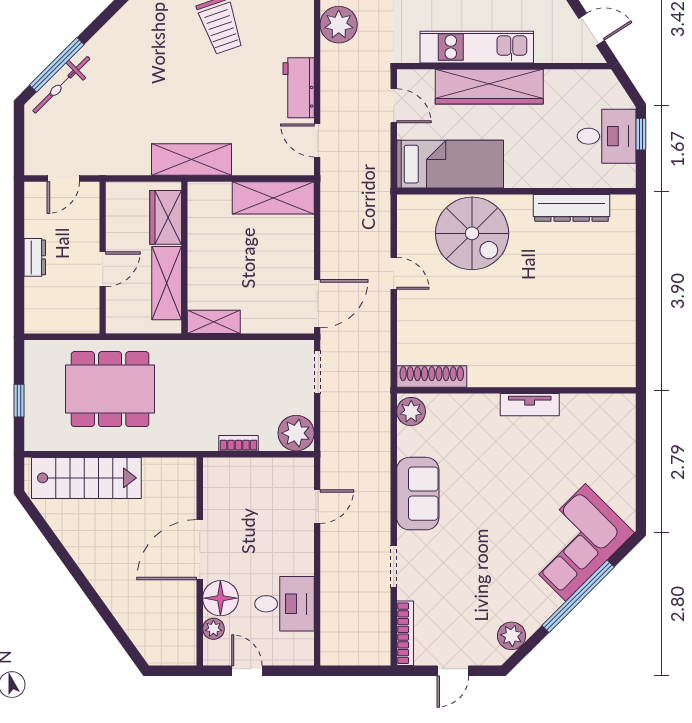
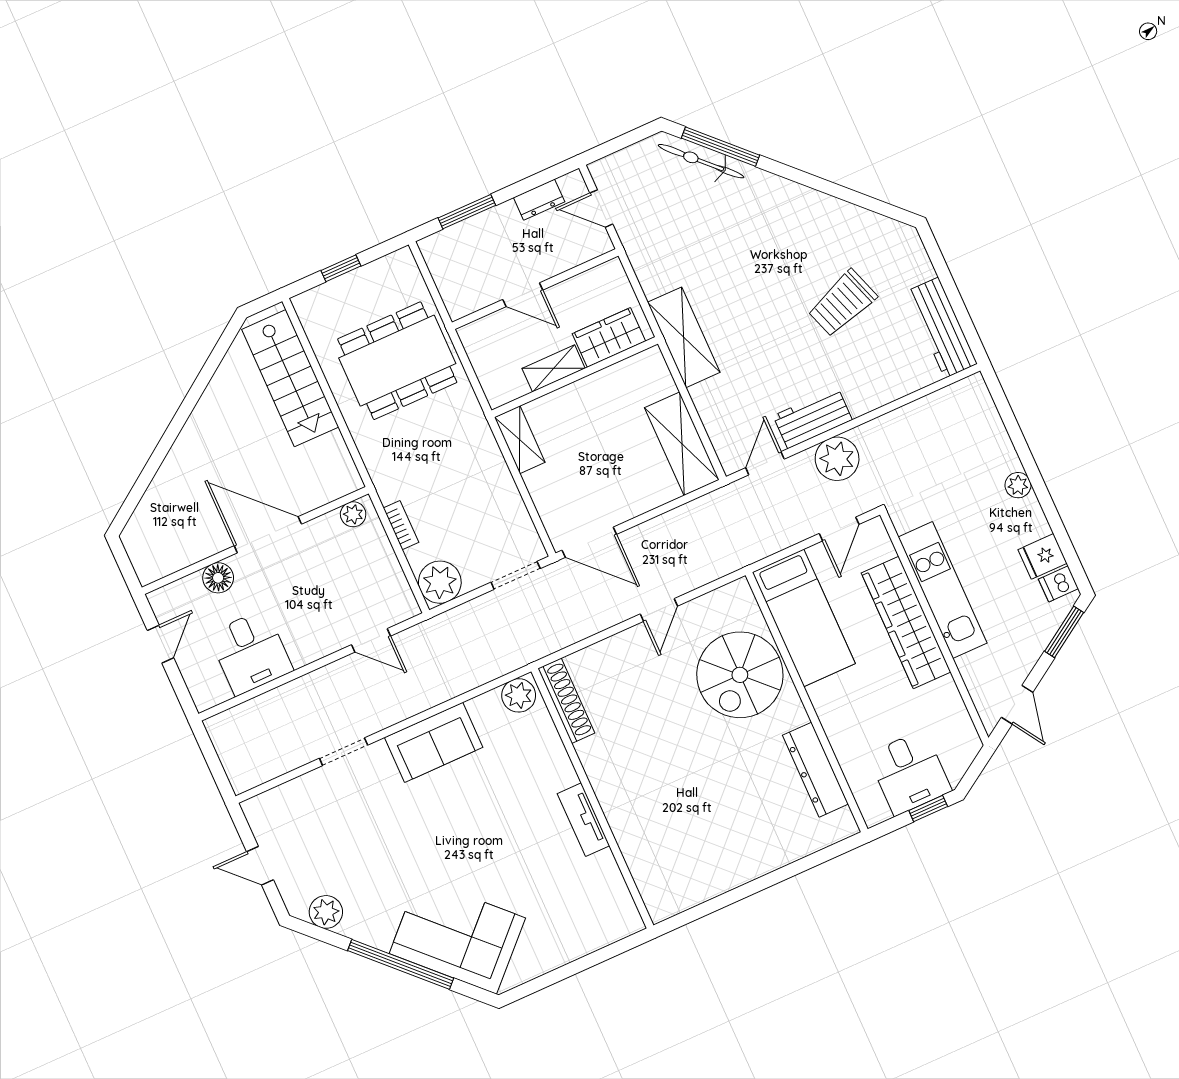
plant: (339, 25) -> (837, 459), moved
dresser: (35, 257) -> (539, 200), moved
window: (19, 283) -> (467, 212), added
shelving: (167, 283) -> (554, 368), width x0.67, depth x0.75
dining table: (110, 389) -> (397, 361), turned 90
floor lamp: (220, 598) -> (218, 578), width x0.73, depth x0.73
plant: (213, 629) -> (353, 514), moved
bookcase: (405, 633) -> (277, 796), removed

